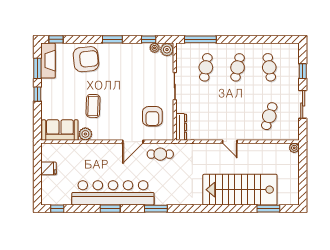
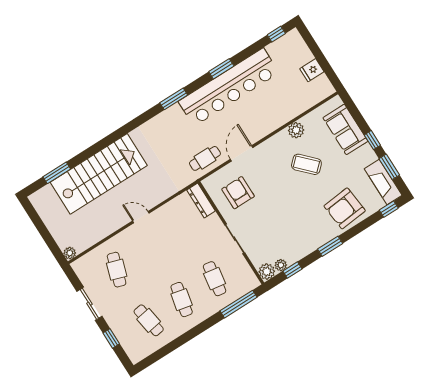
coffee table: (93, 106) -> (306, 164), turned -46
sofa: (60, 130) -> (345, 129), moved, turned 90

